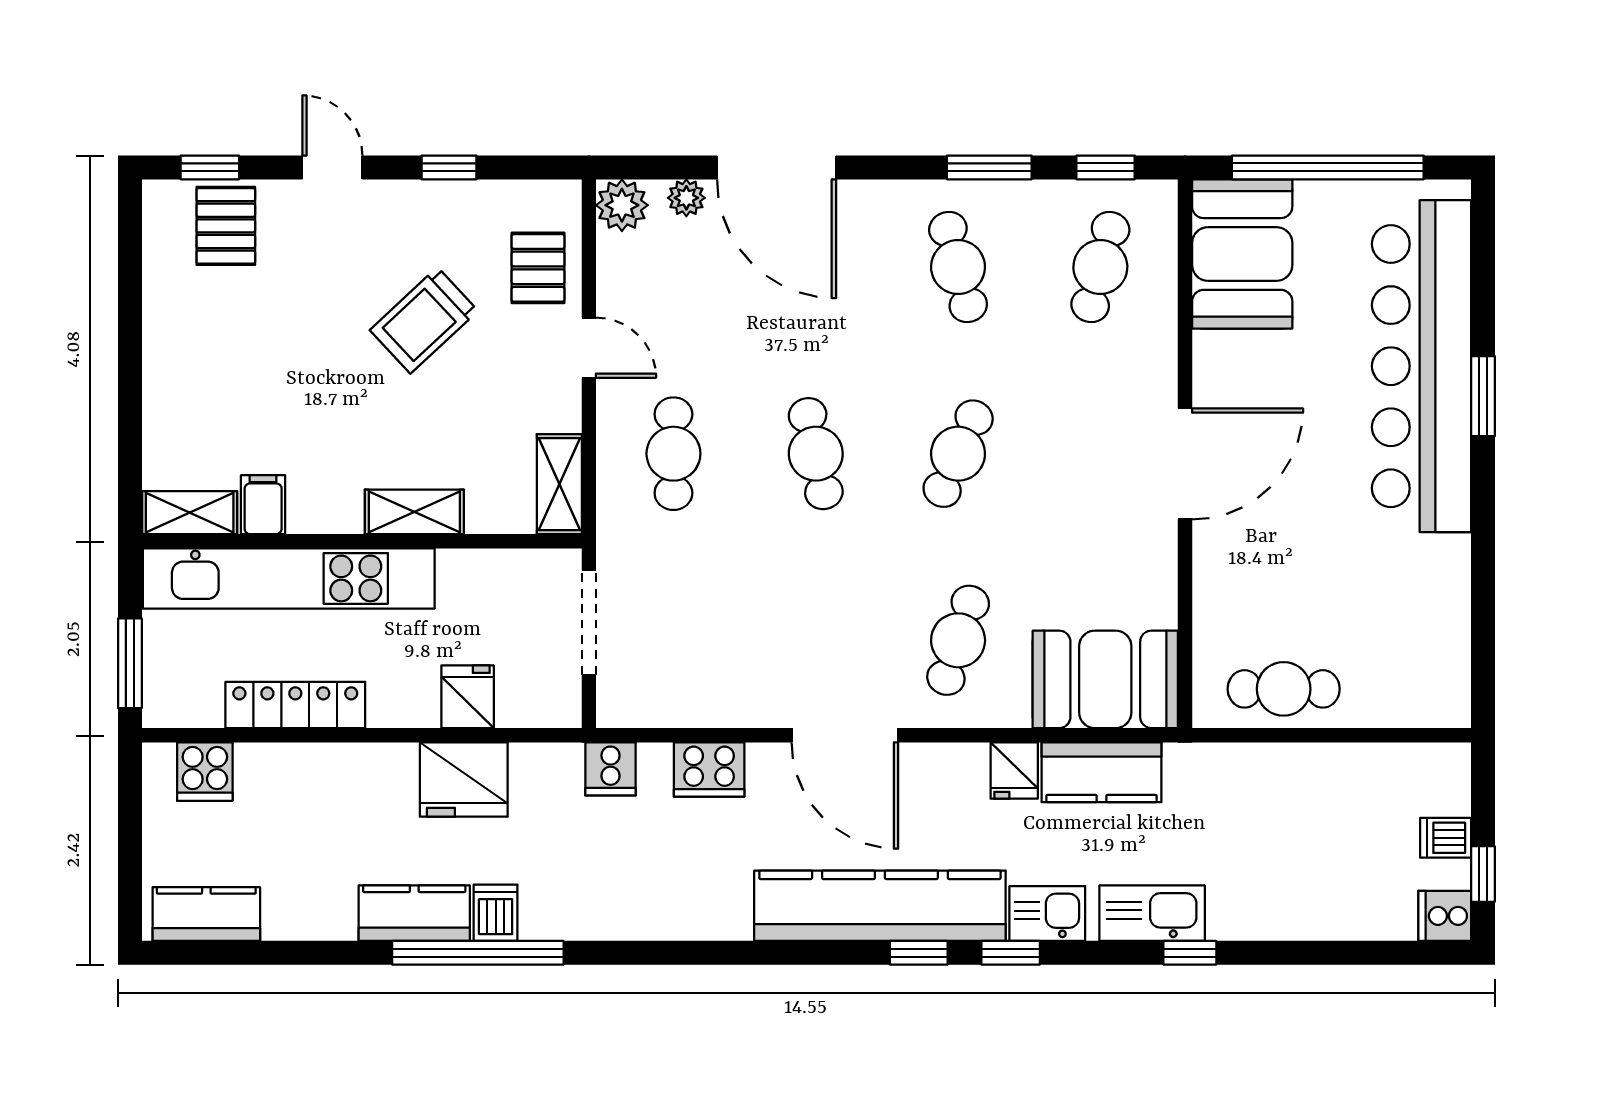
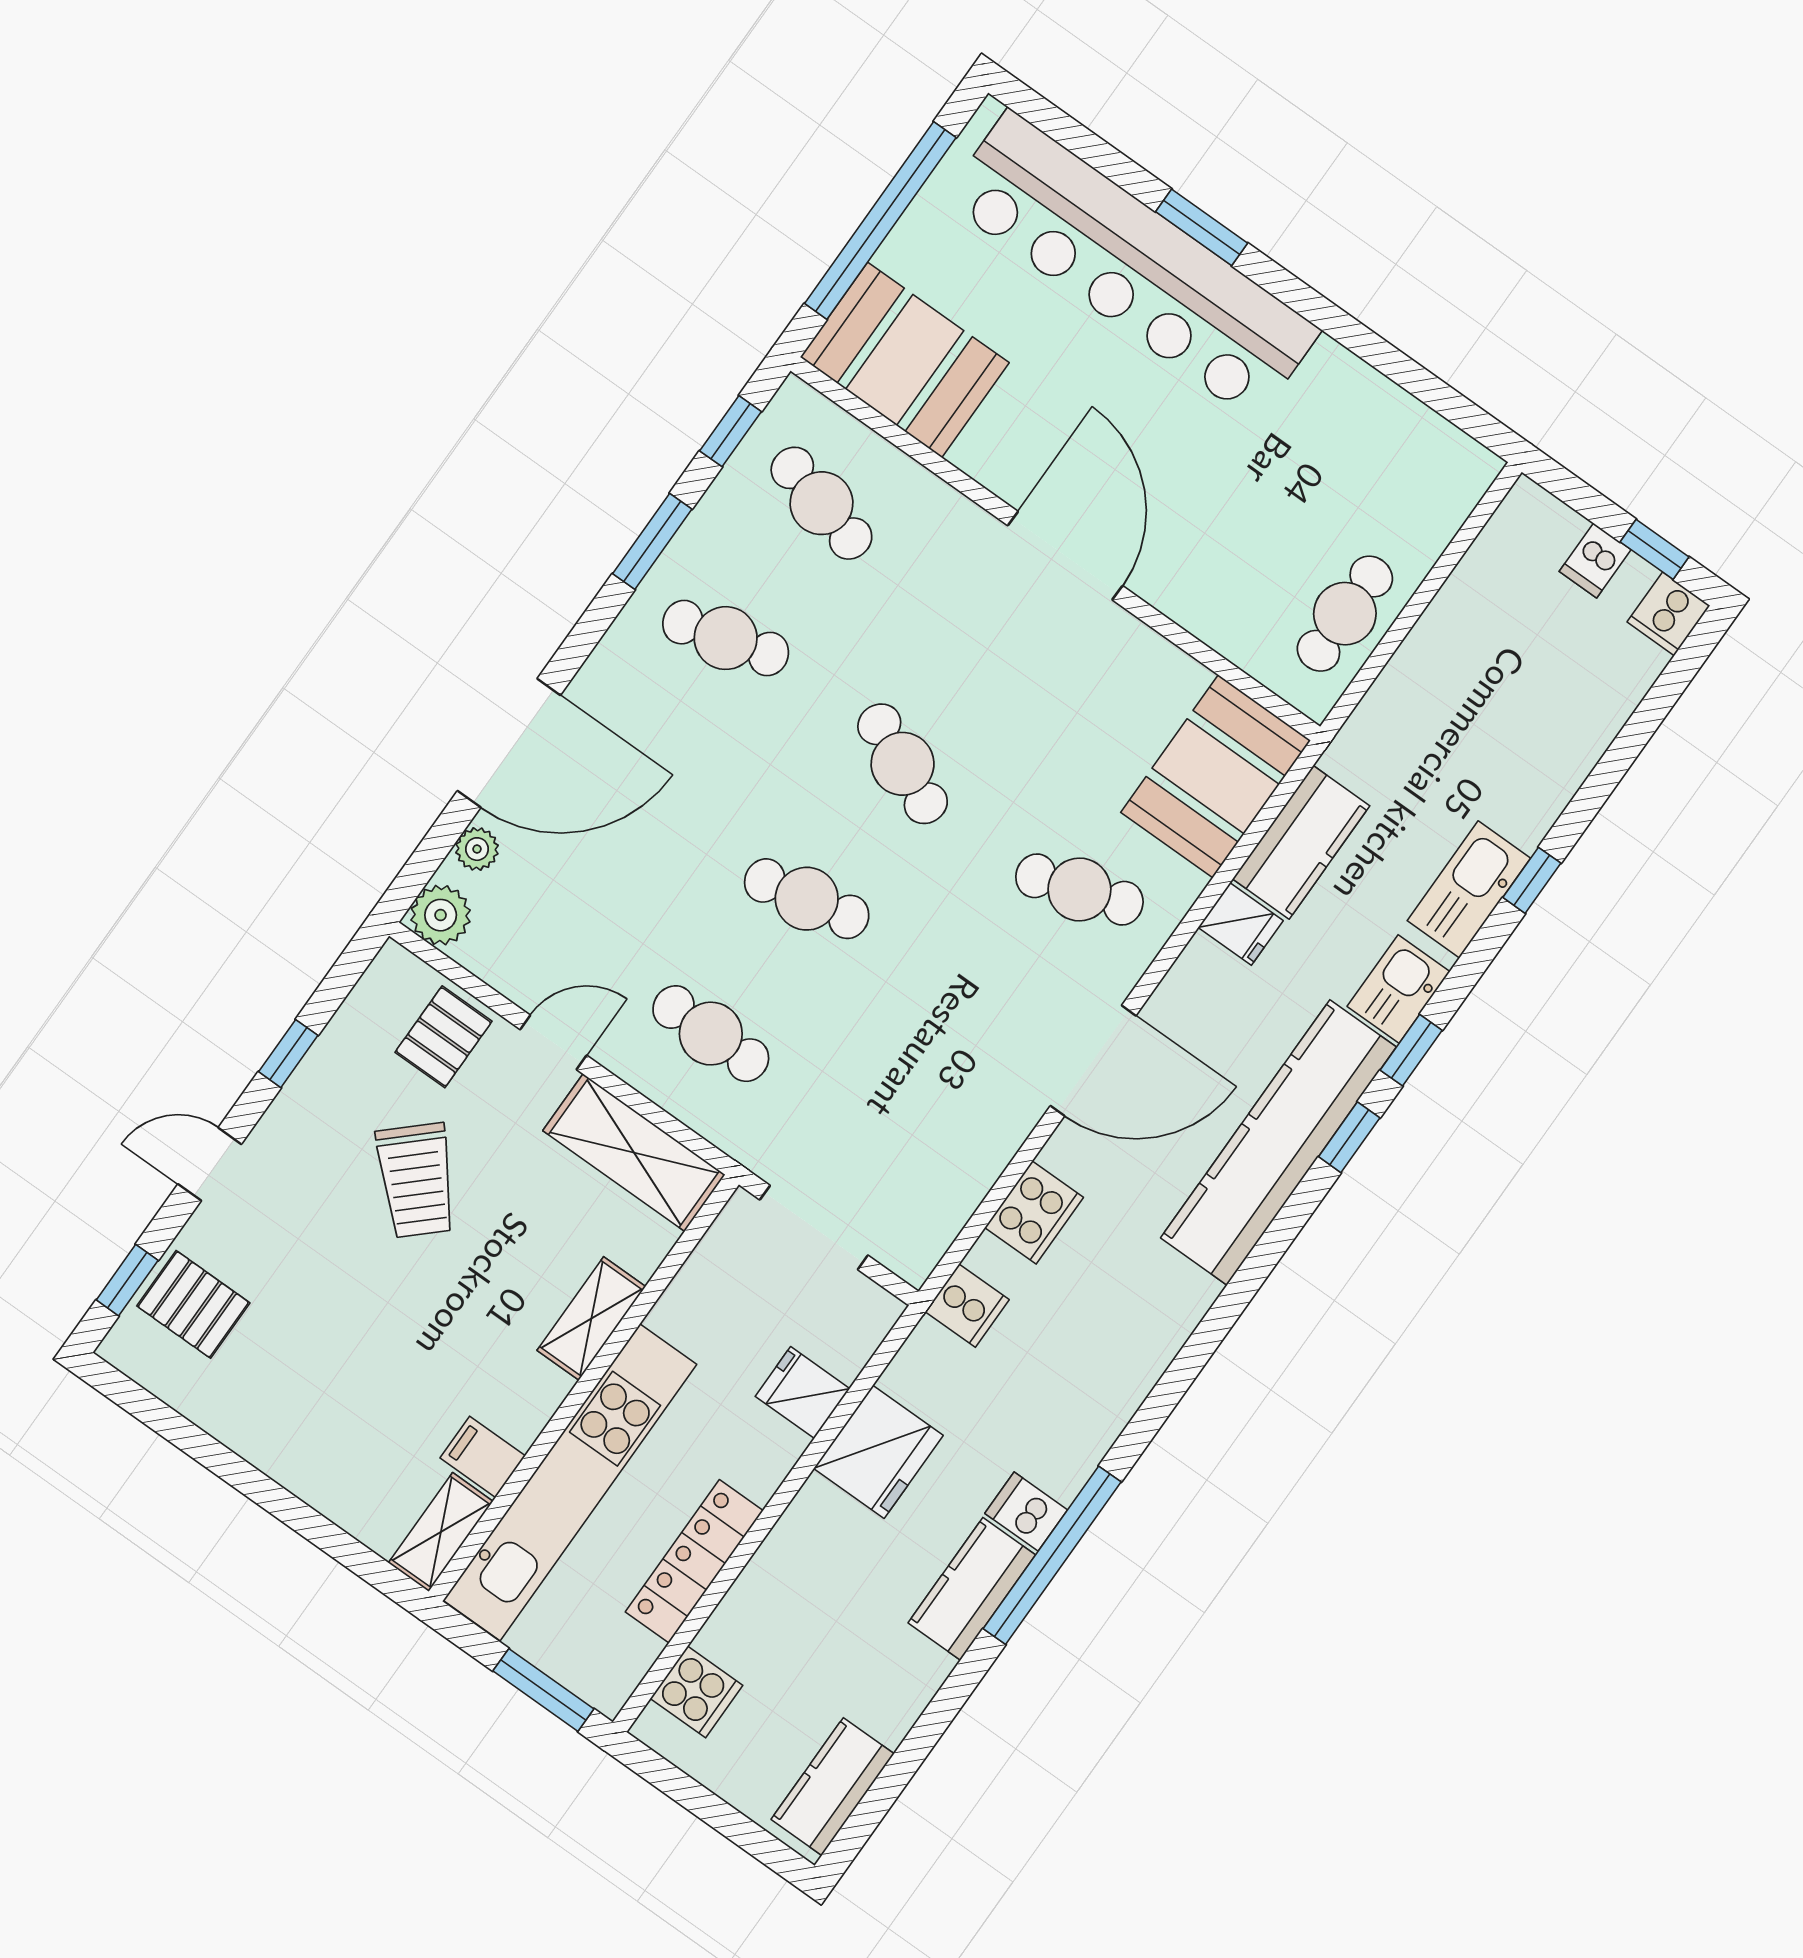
pallet: (538, 268) -> (443, 1037), turned 90
shelving: (559, 484) -> (634, 1153), width x1.50, depth x1.33
cafe table: (958, 640) -> (1079, 890), turned -36

